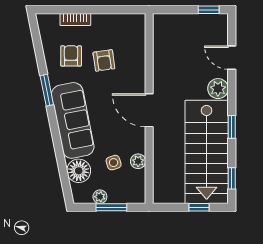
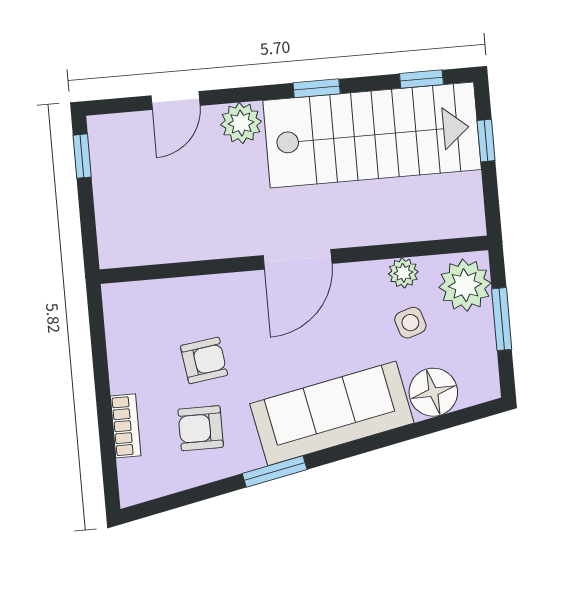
plant: (100, 197) -> (465, 285), moved, width x1.88, depth x1.88

